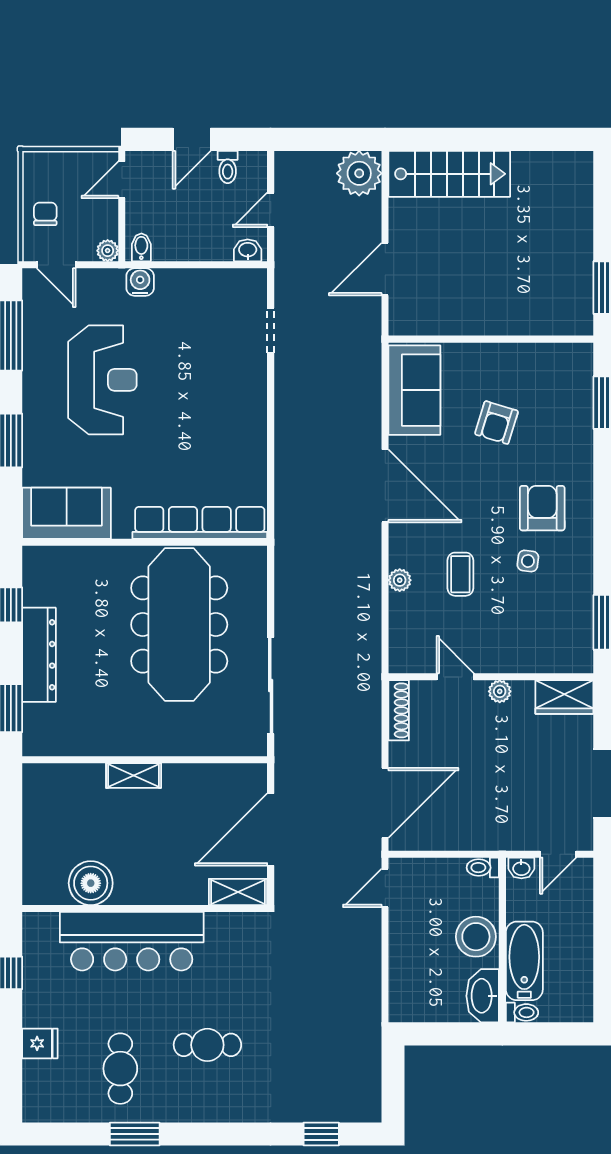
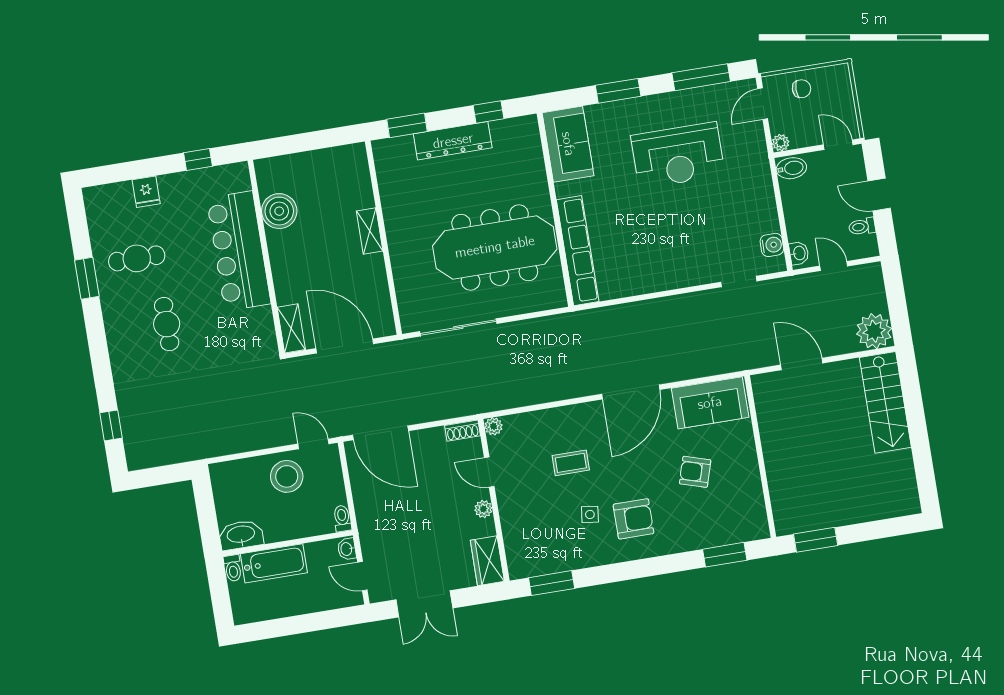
bidet: (141, 247) -> (791, 168), width x1.38, depth x1.36
water cooler: (140, 282) -> (772, 245), moved
plant: (400, 580) -> (494, 426), moved
door: (455, 677) -> (489, 472), swing flipped
shoe rack: (399, 710) -> (462, 431), width x0.70
stool: (476, 937) -> (287, 476), moved

